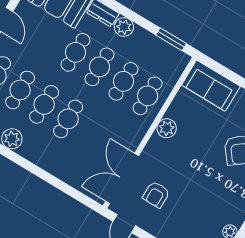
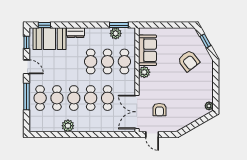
plant: (124, 27) -> (116, 33), moved
cafe table: (75, 52) -> (108, 98), moved
sofa: (211, 86) -> (147, 50), moved, turned -90

